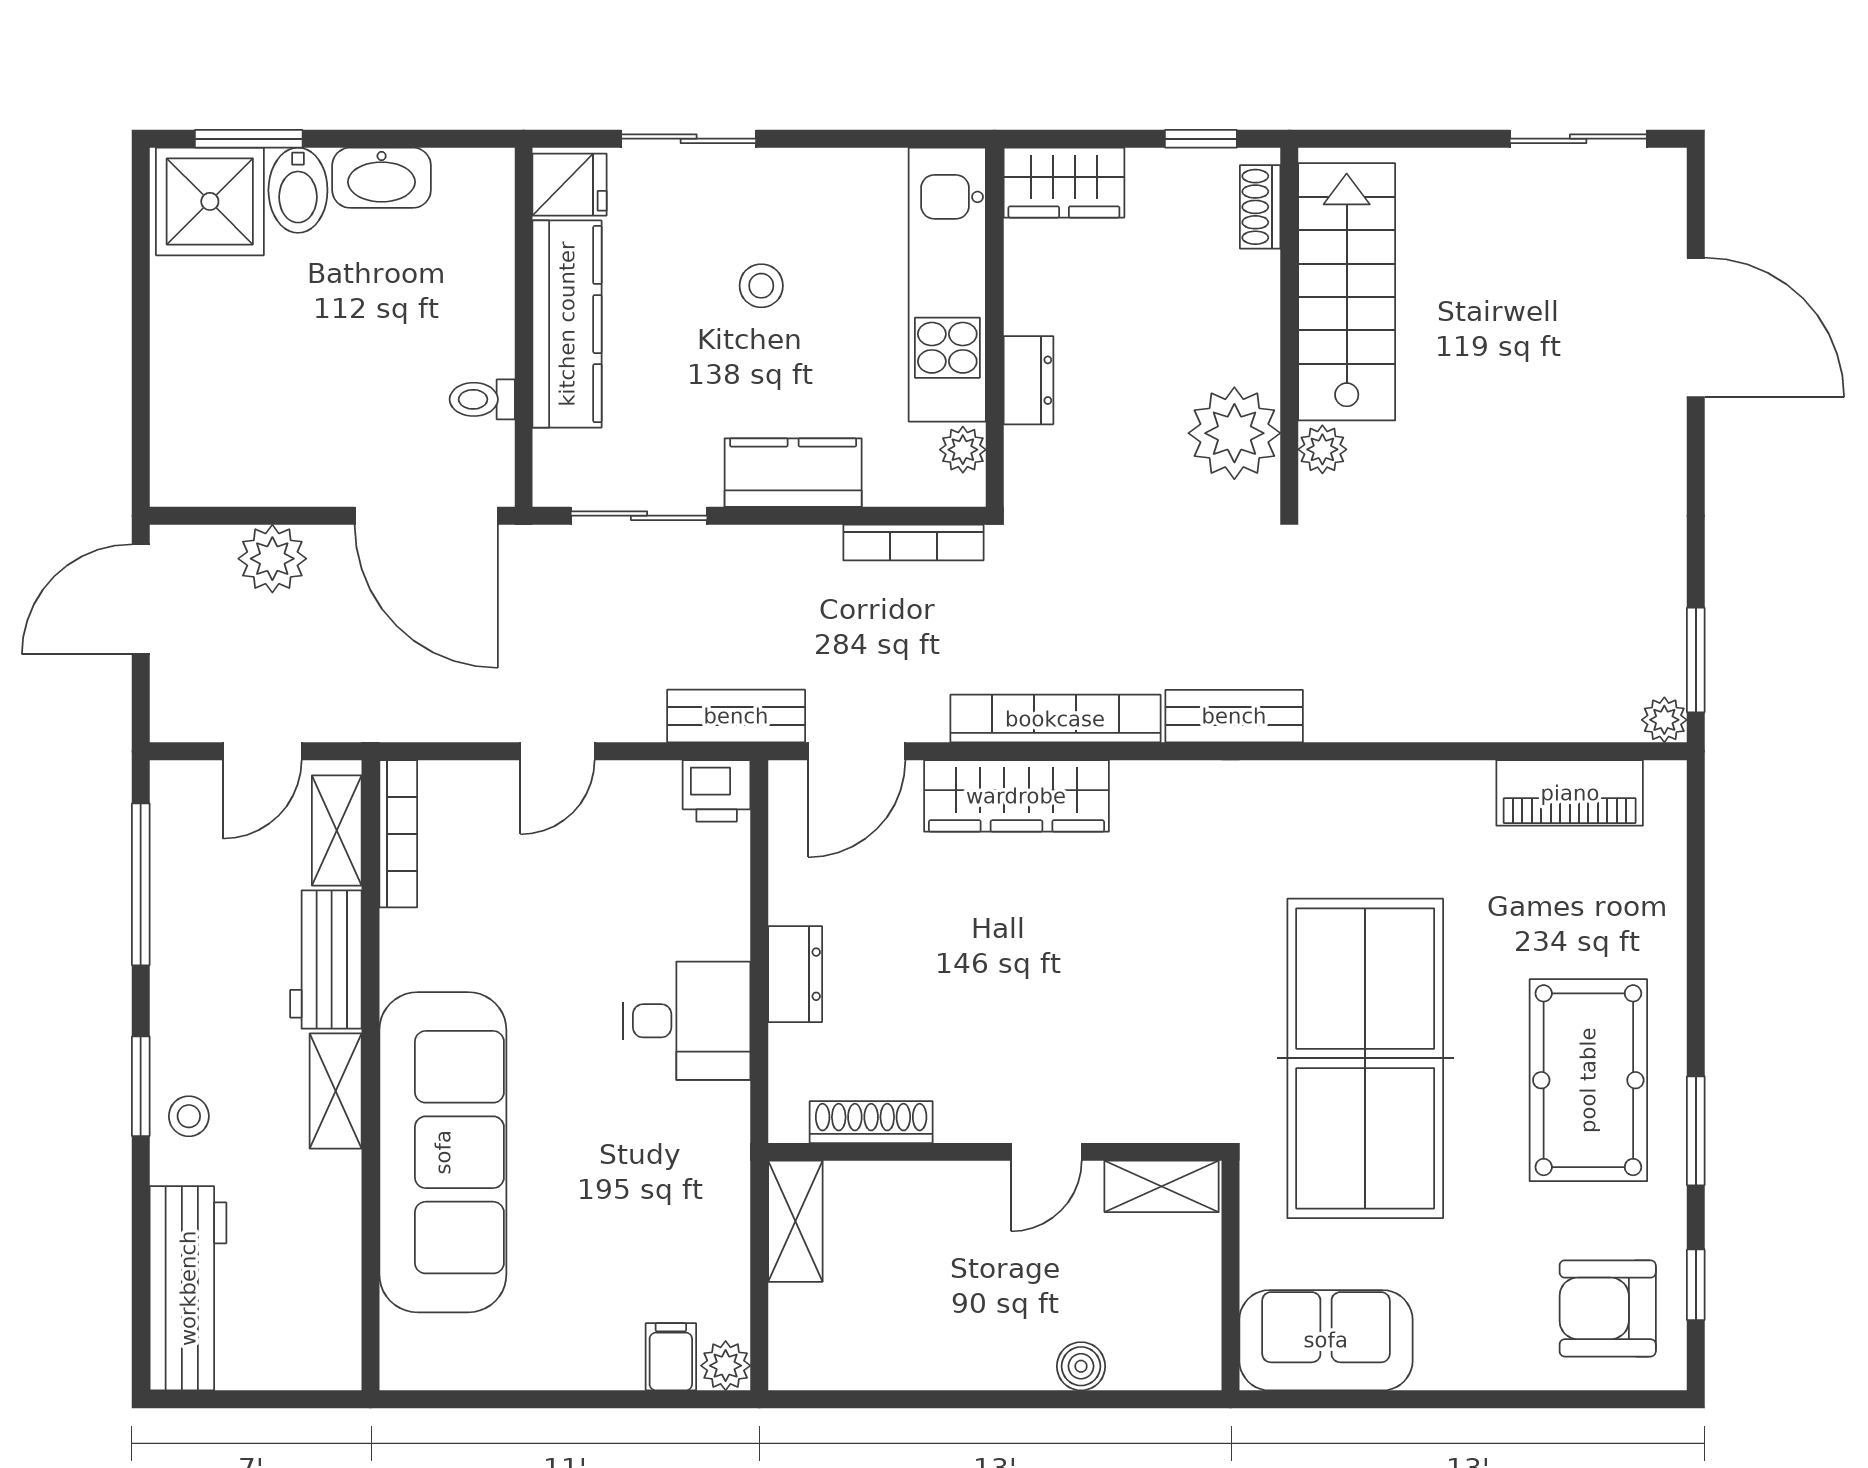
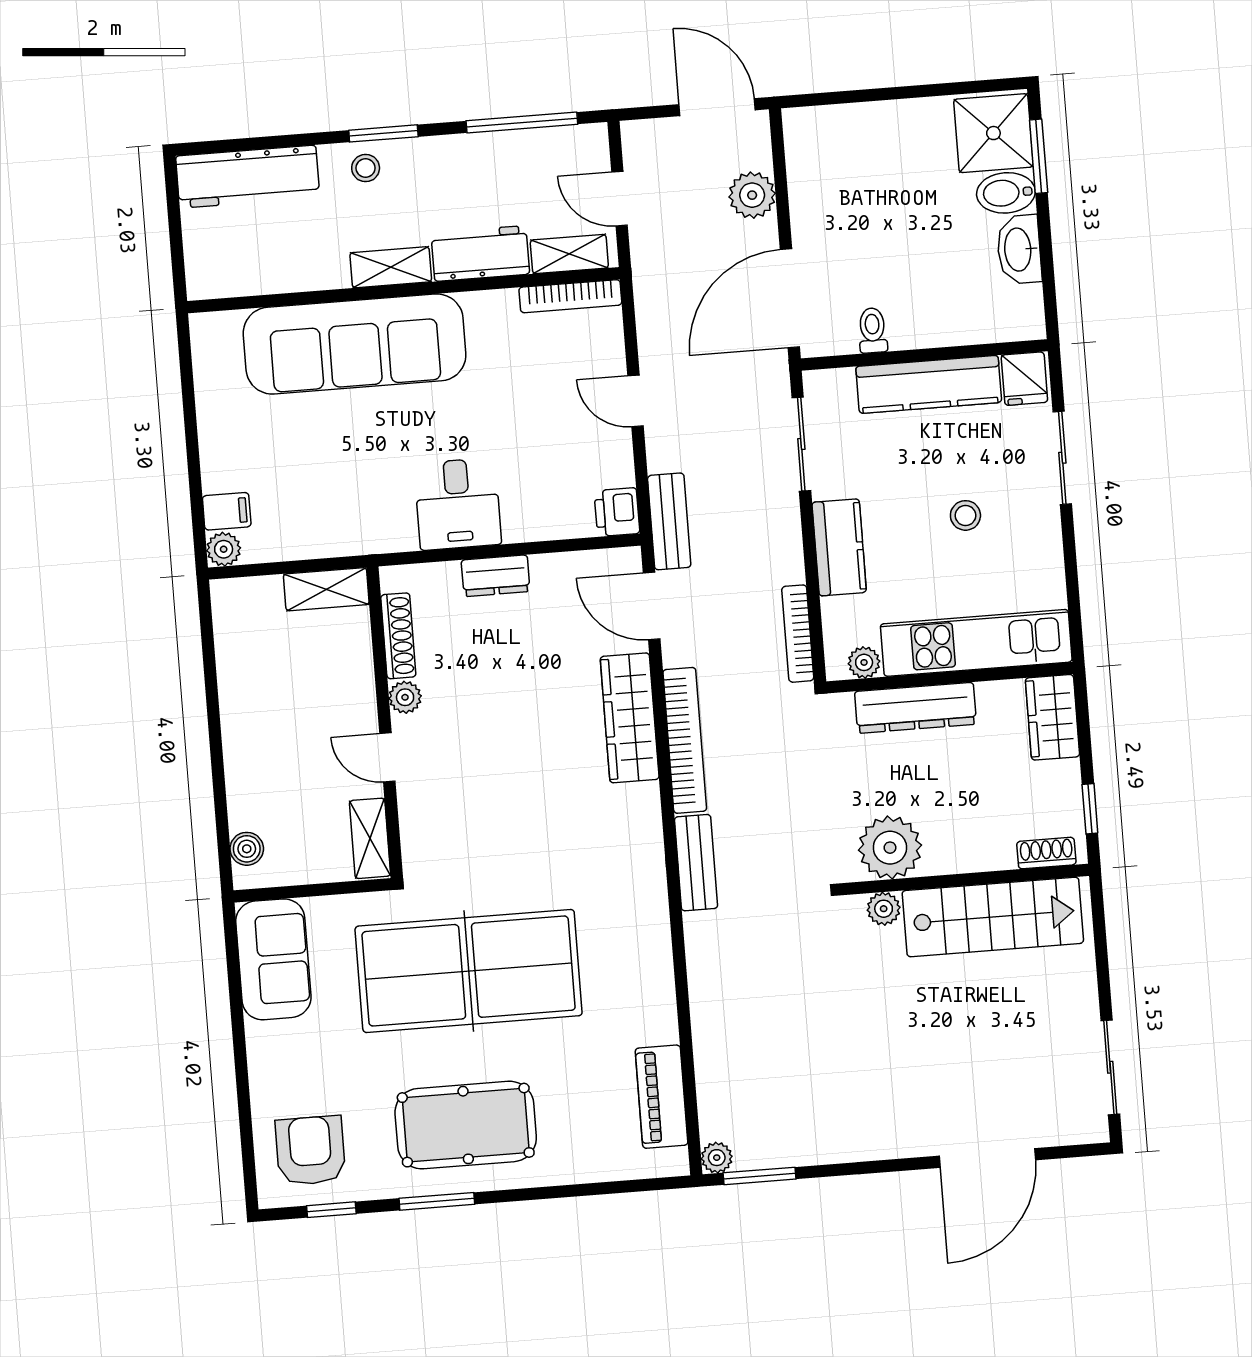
dresser: (1028, 380) -> (915, 708), width x1.96, depth x1.24
plant: (961, 1119) -> (405, 697), added
boiler: (1081, 1366) -> (247, 849), moved

